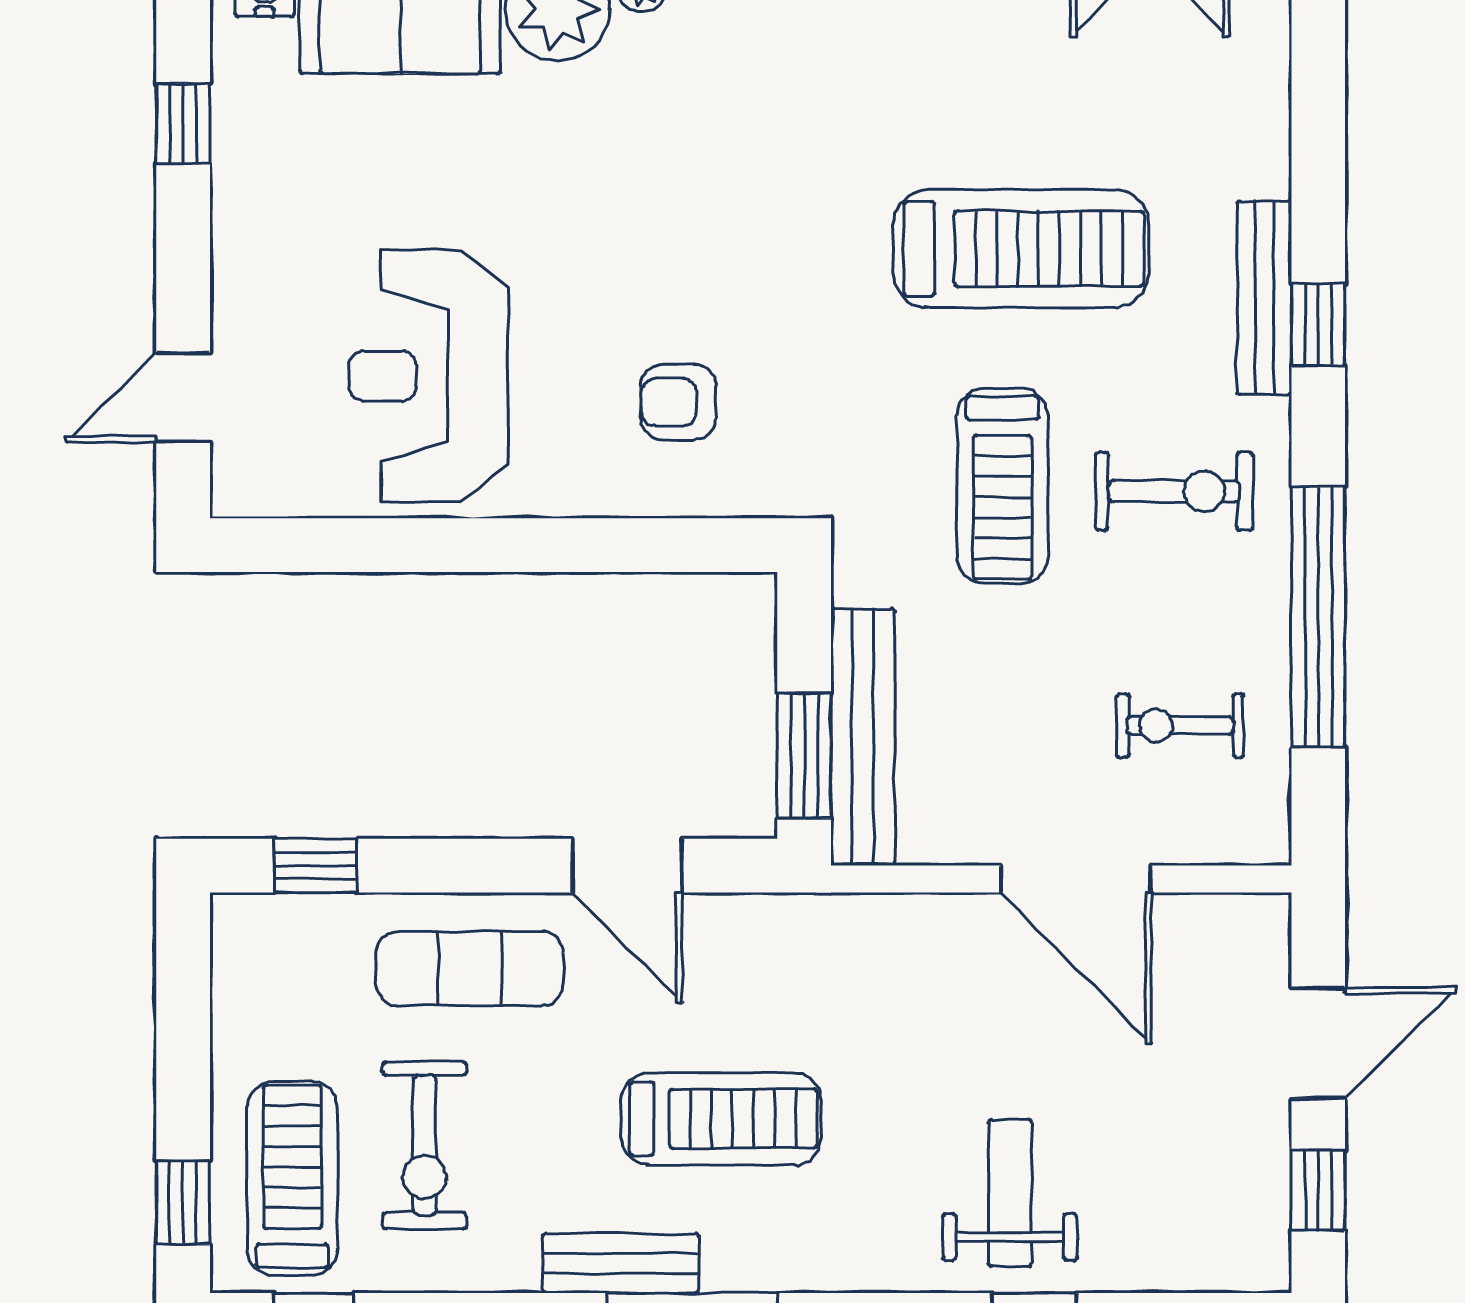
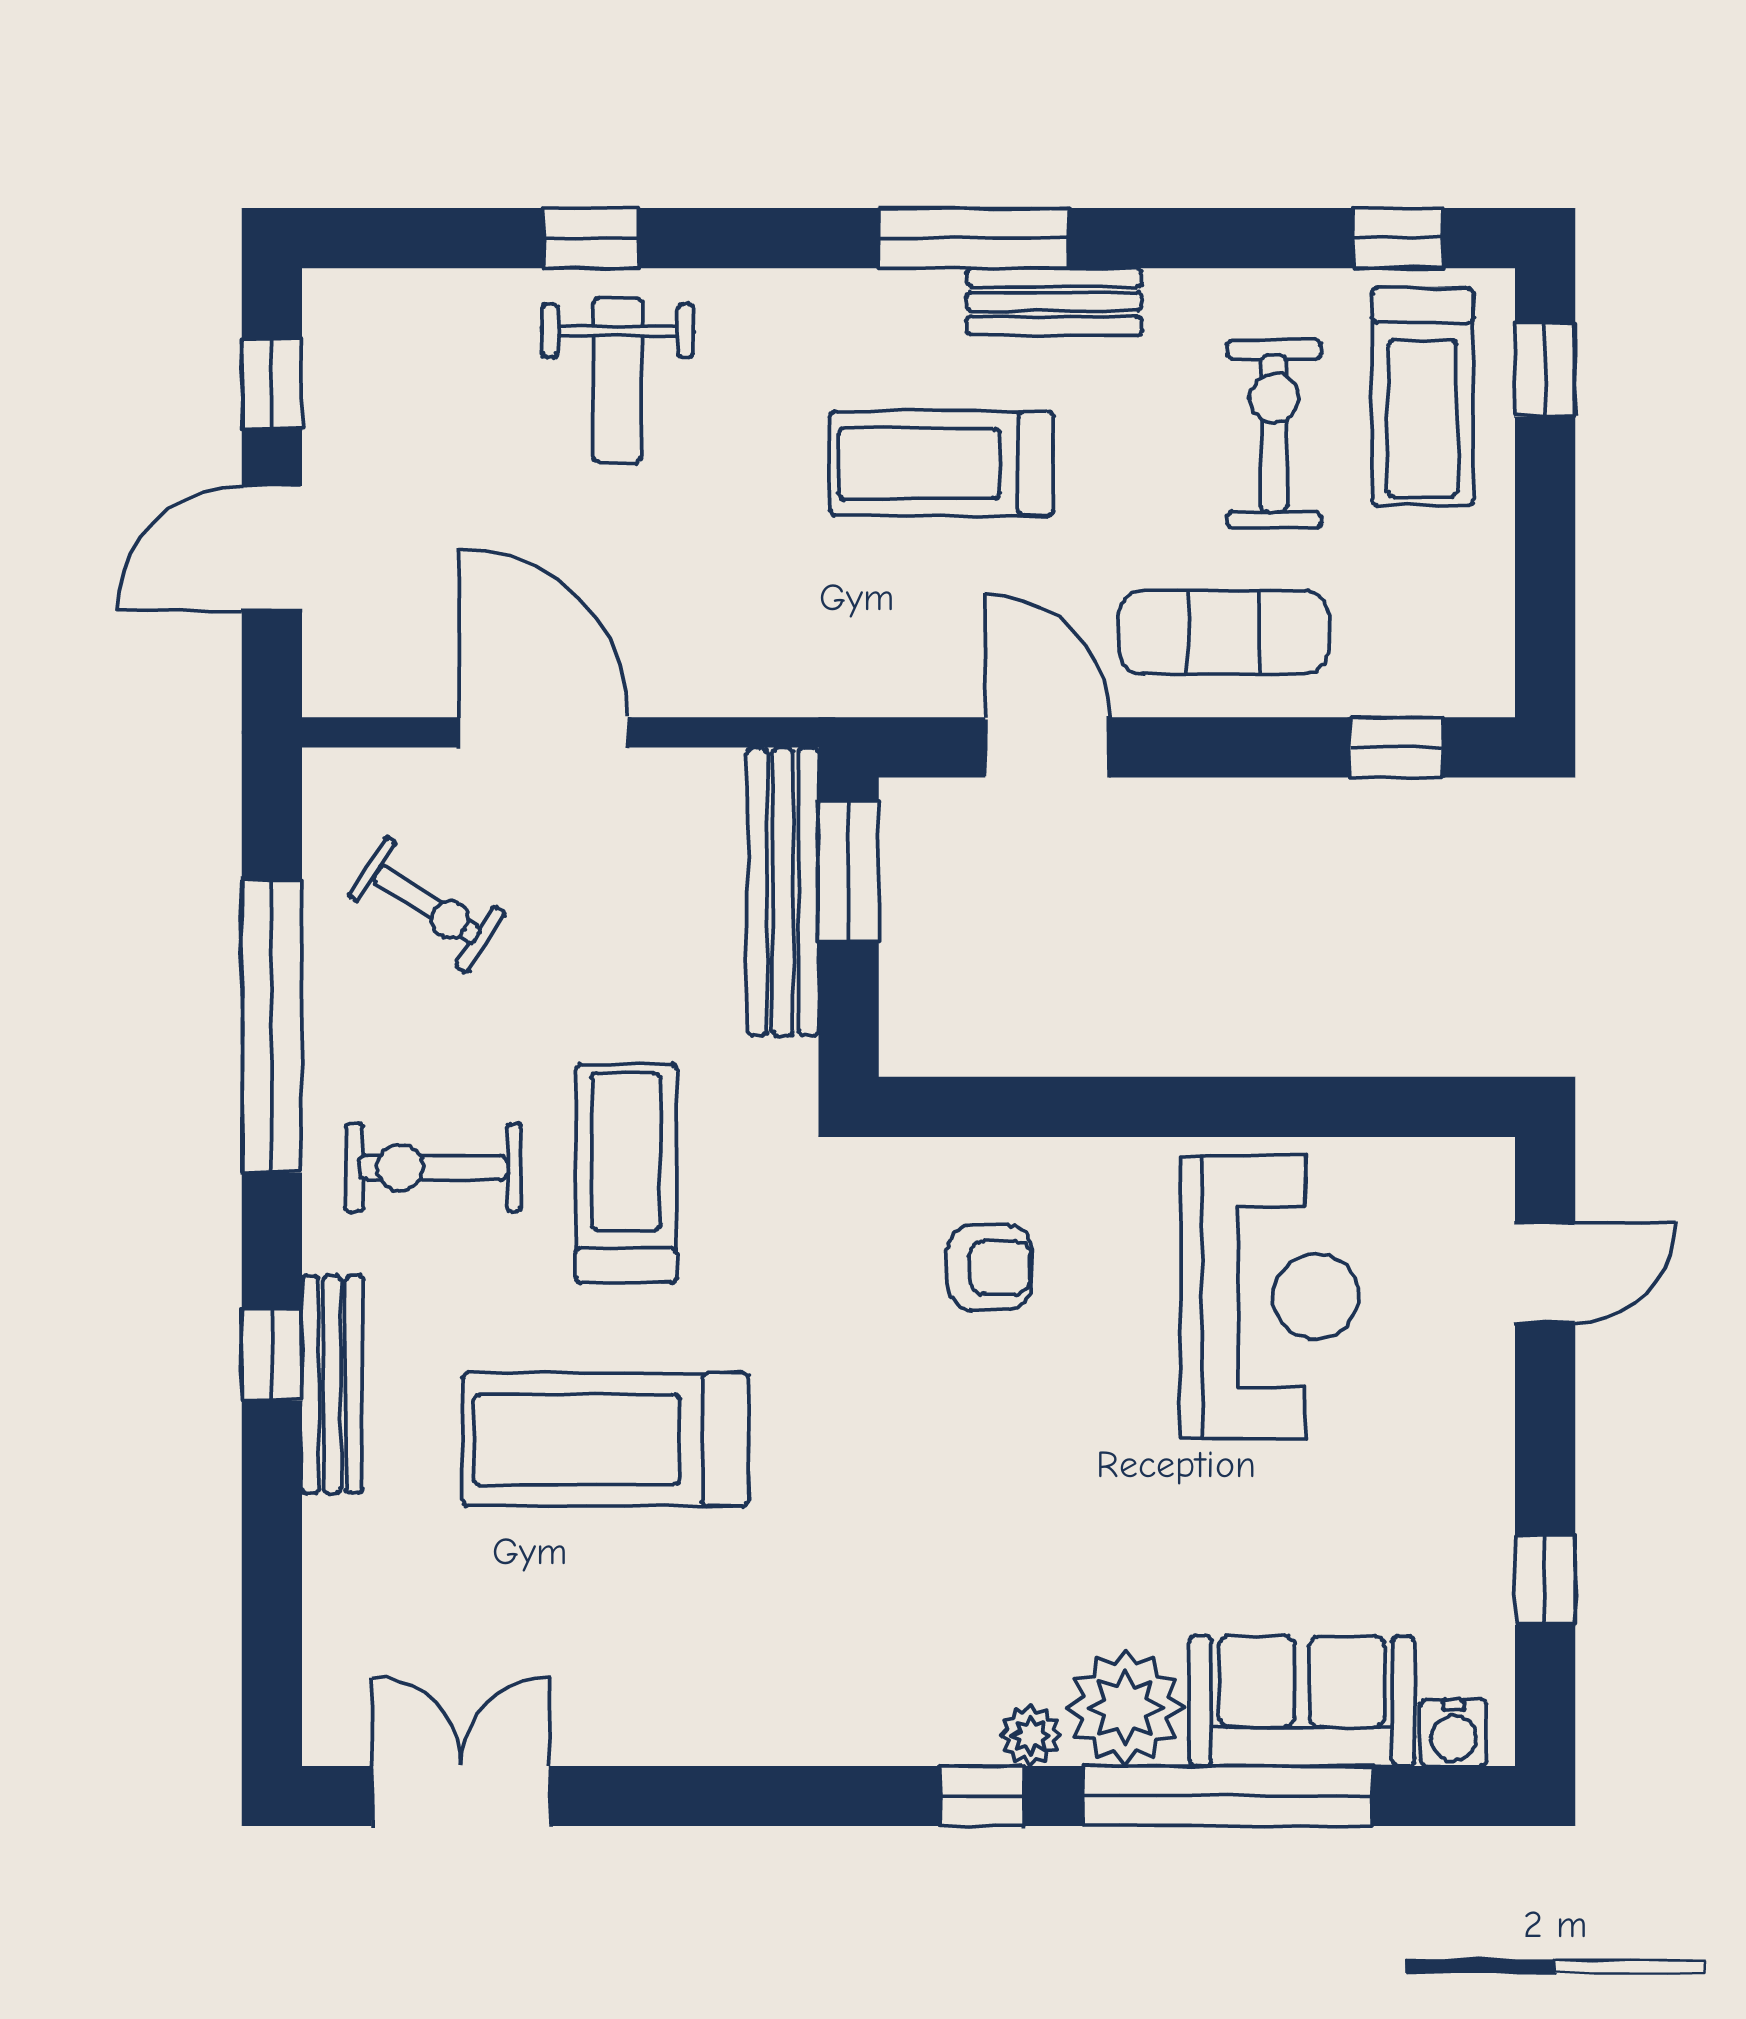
exercise bike: (1180, 726) -> (427, 905), turned 33

